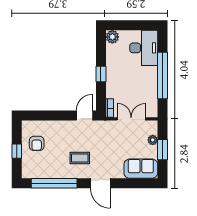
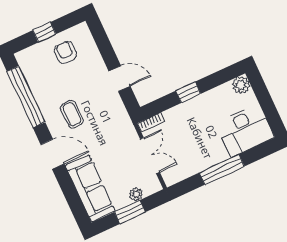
window: (163, 75) -> (222, 170), width x0.68
door: (85, 116) -> (119, 79), moved
armchair: (37, 143) -> (65, 52), turned 90
sofa: (141, 169) -> (90, 188), width x1.36
door: (100, 183) -> (53, 154), swing flipped

